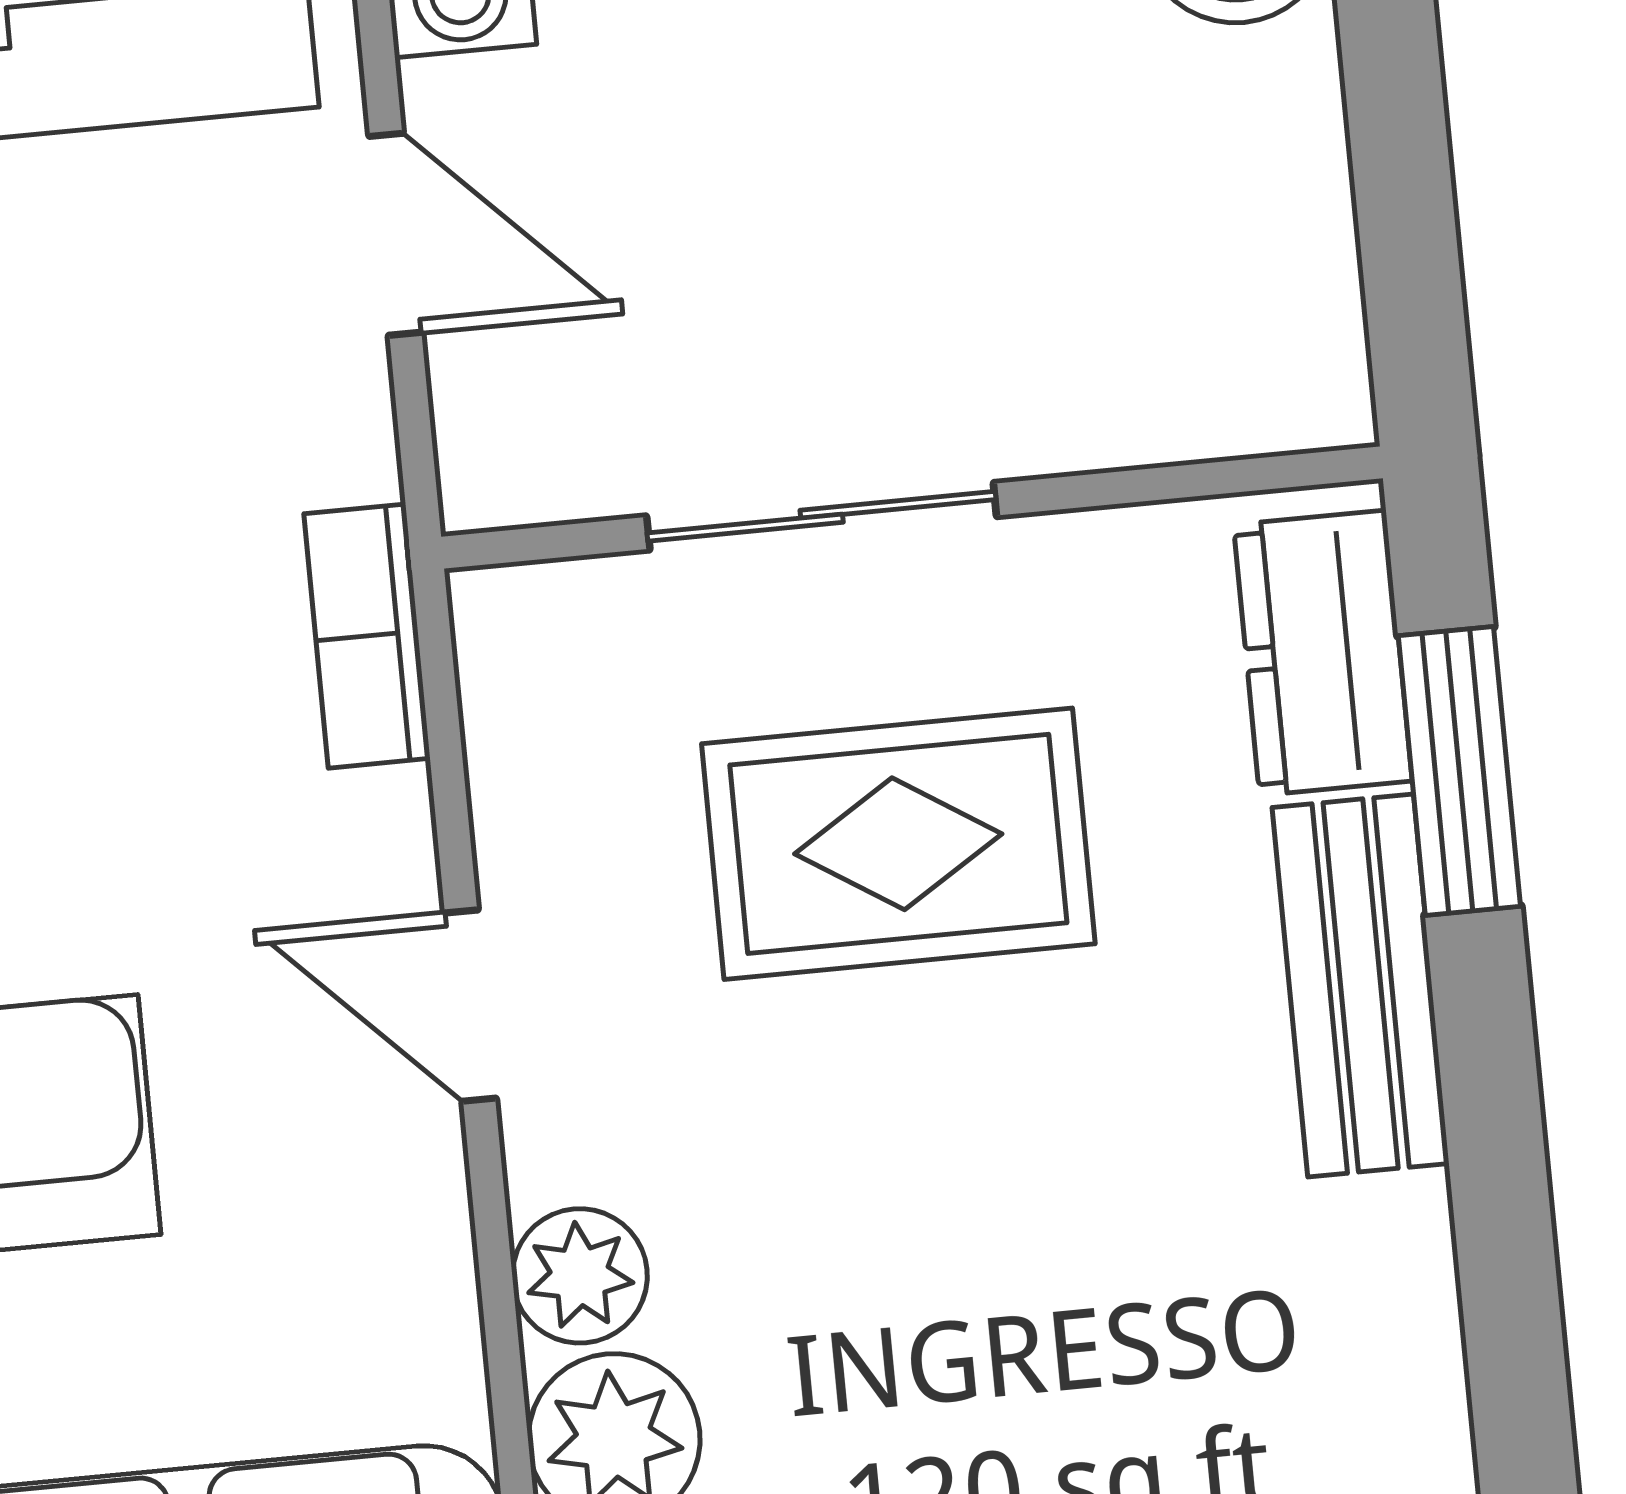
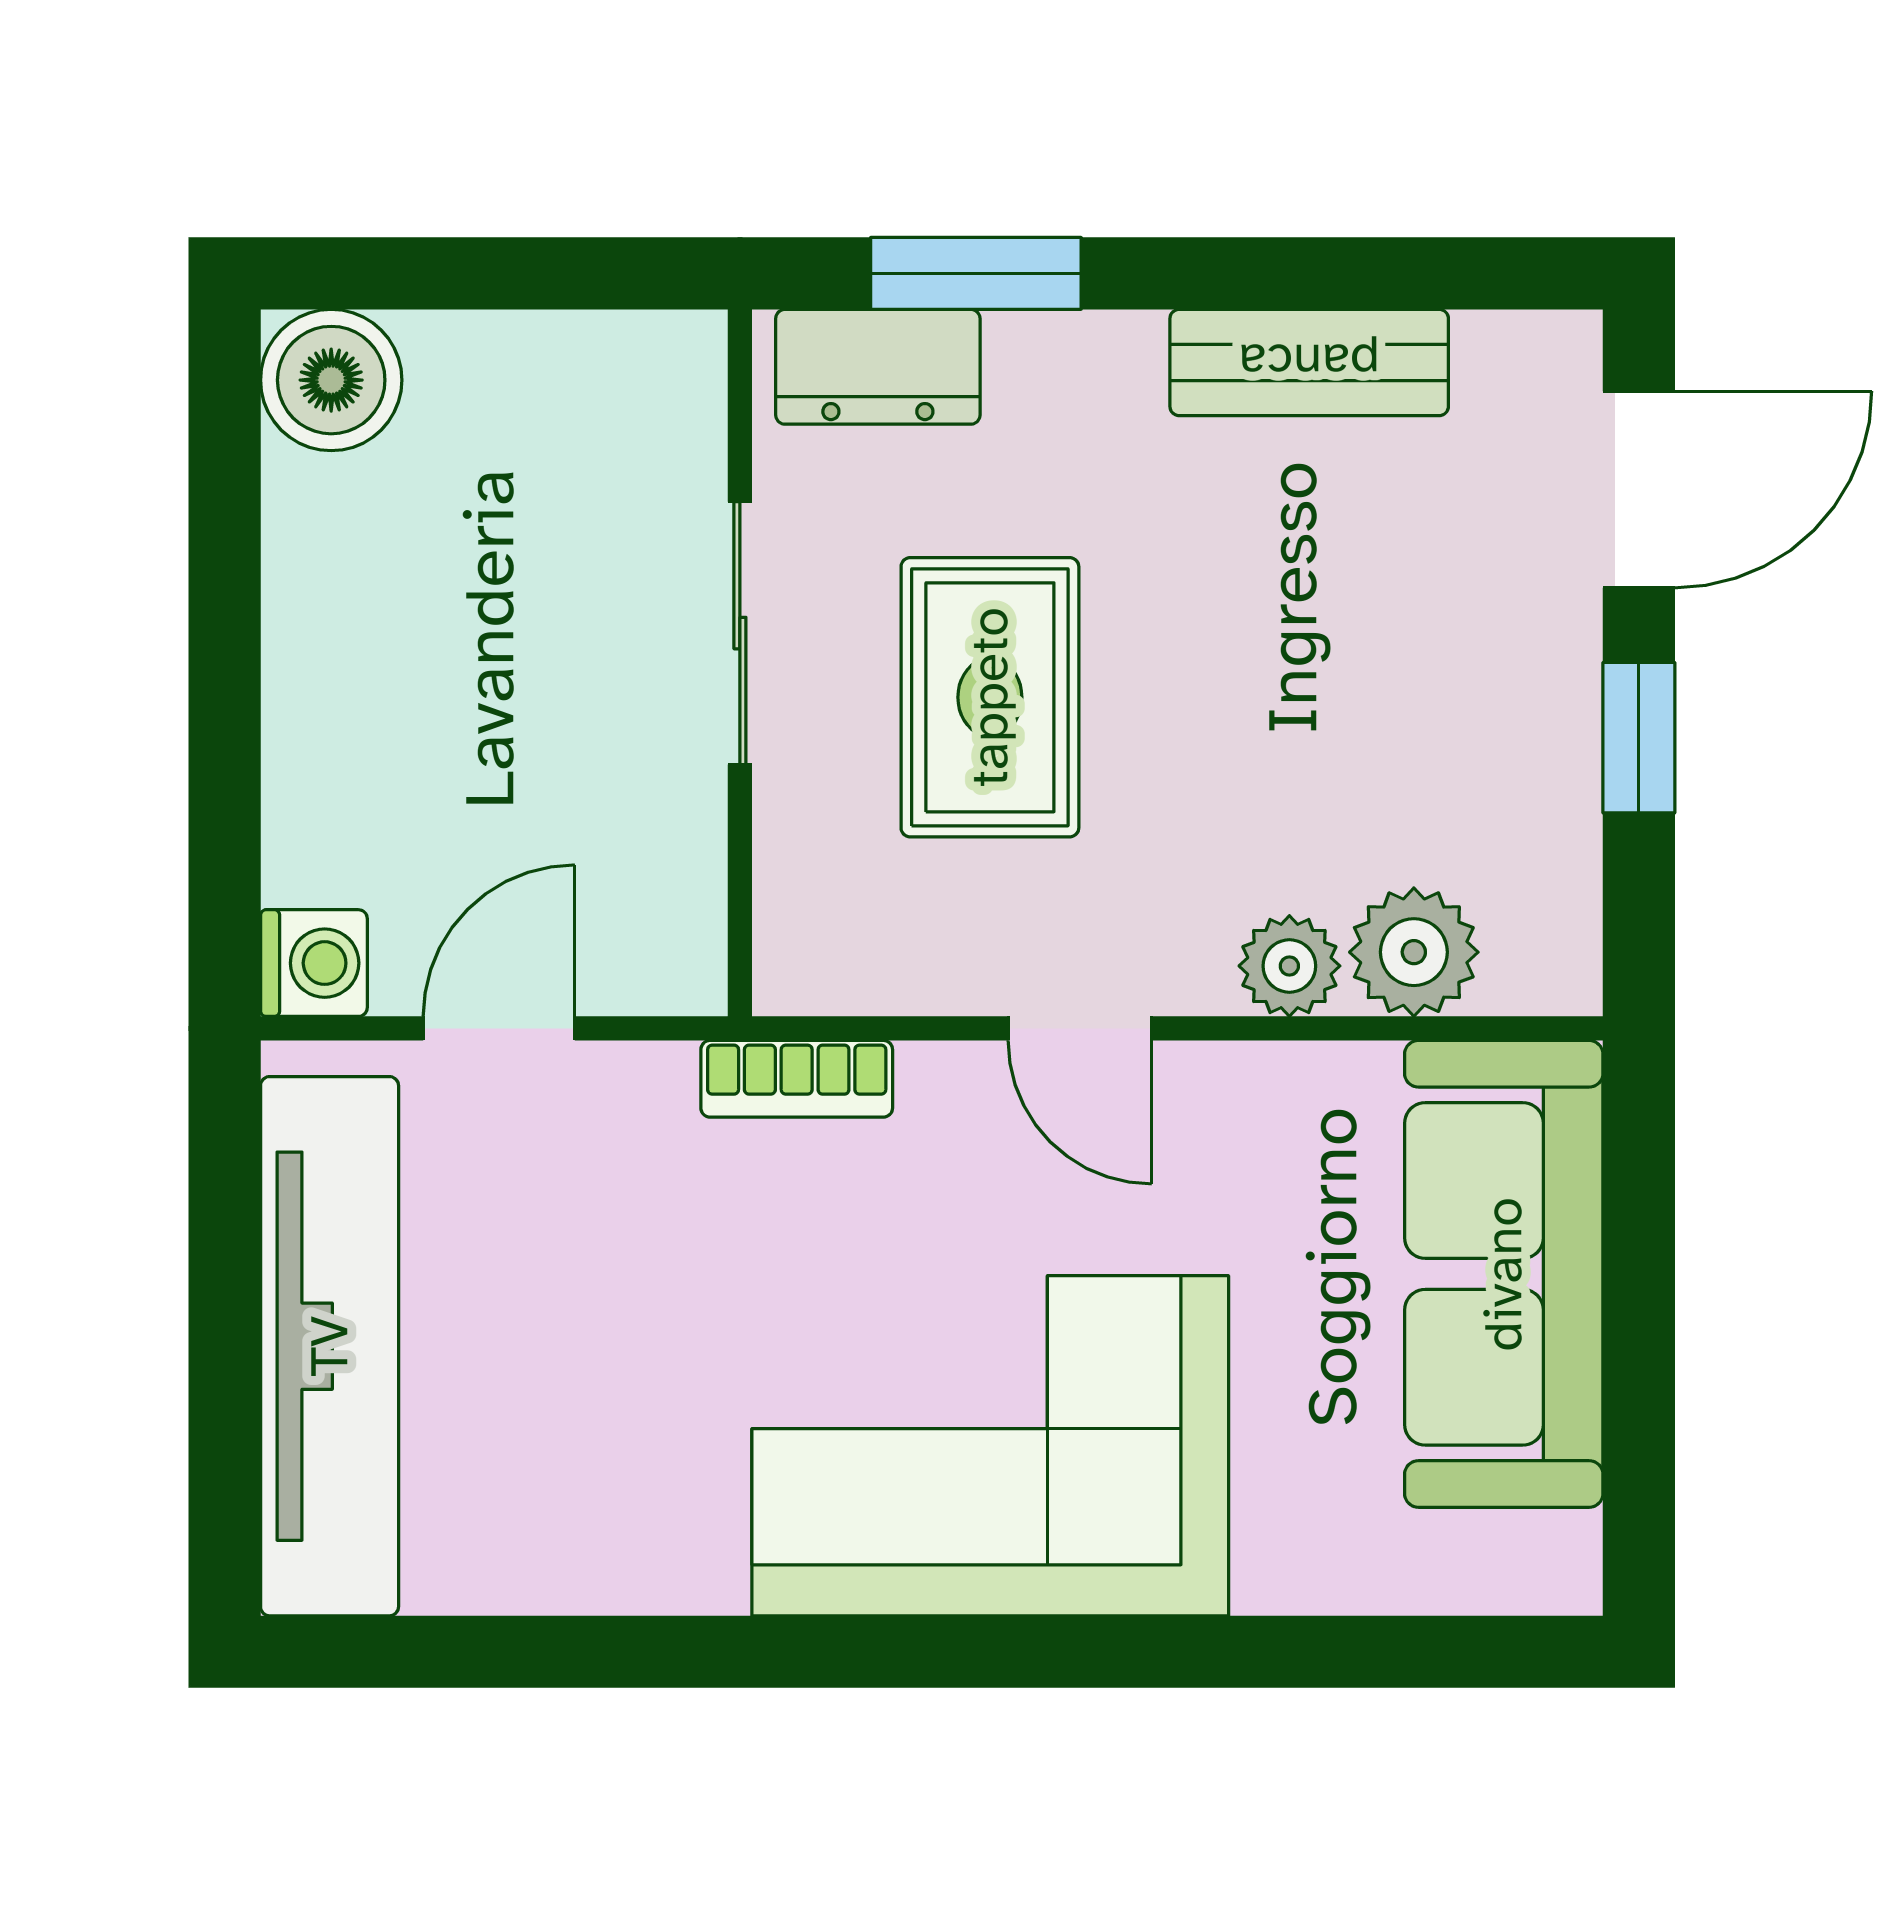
sliding door: (822, 516) -> (740, 633), moved
bench: (1361, 985) -> (1309, 362), moved
door: (470, 1006) -> (1080, 1028), hinge flipped

